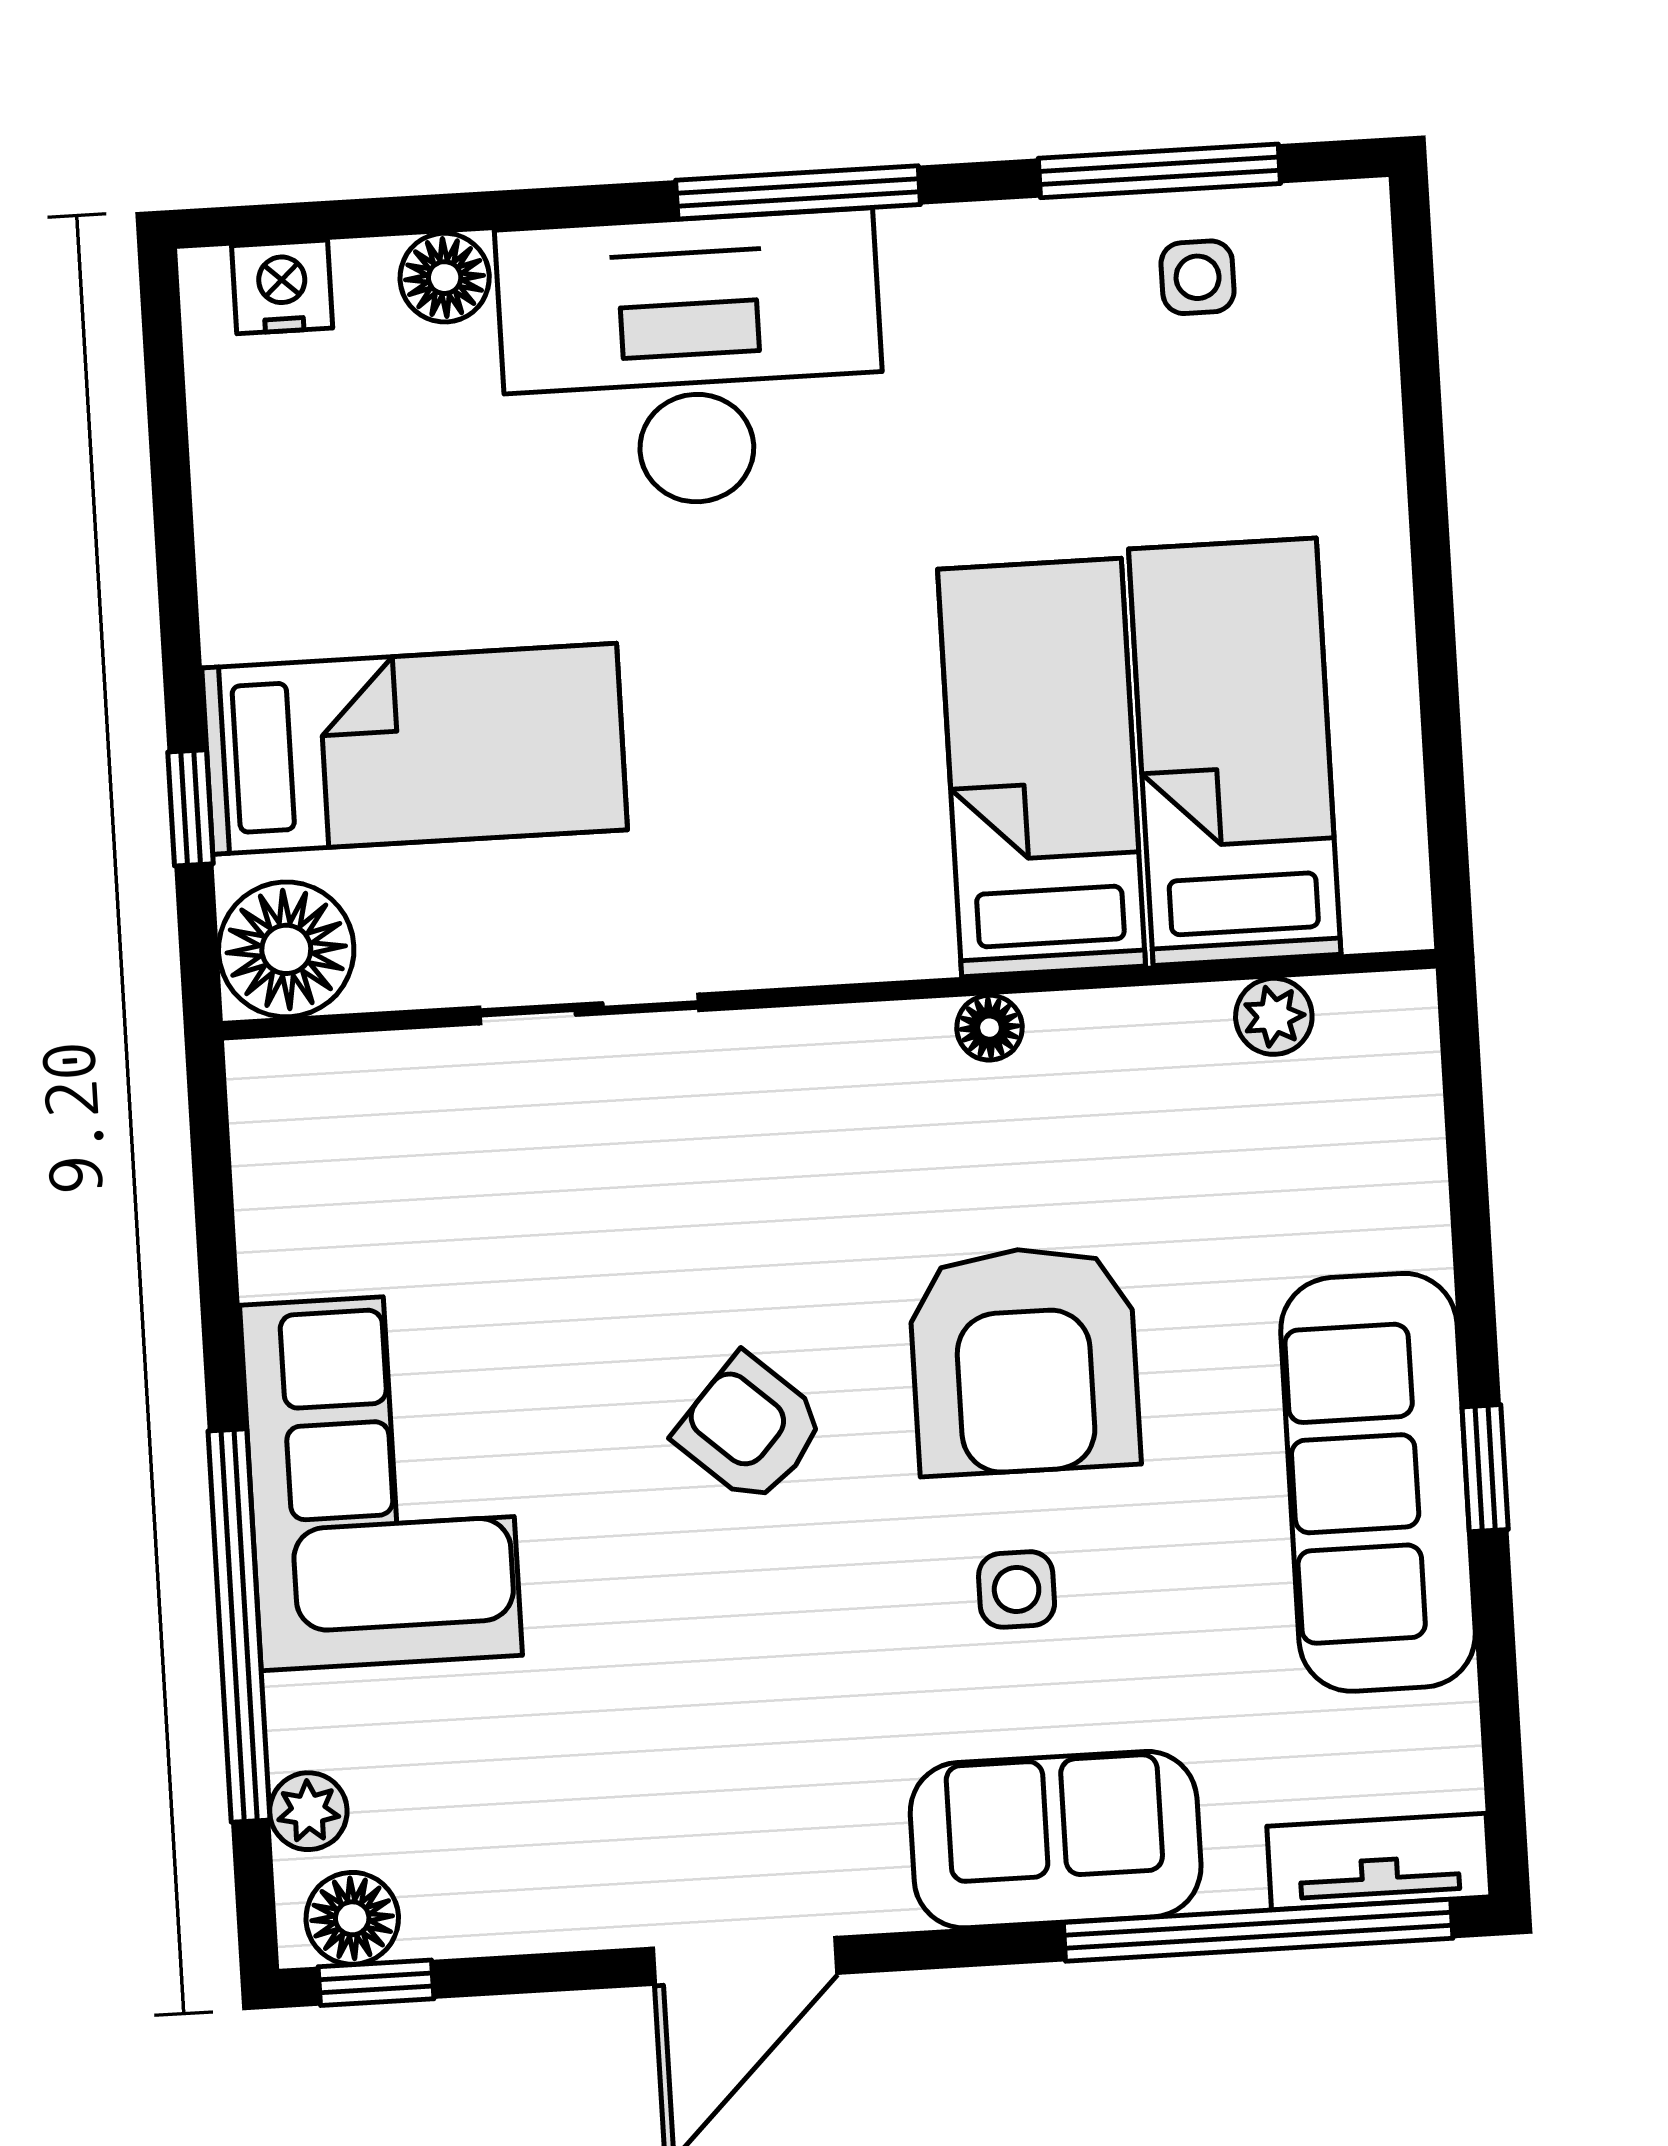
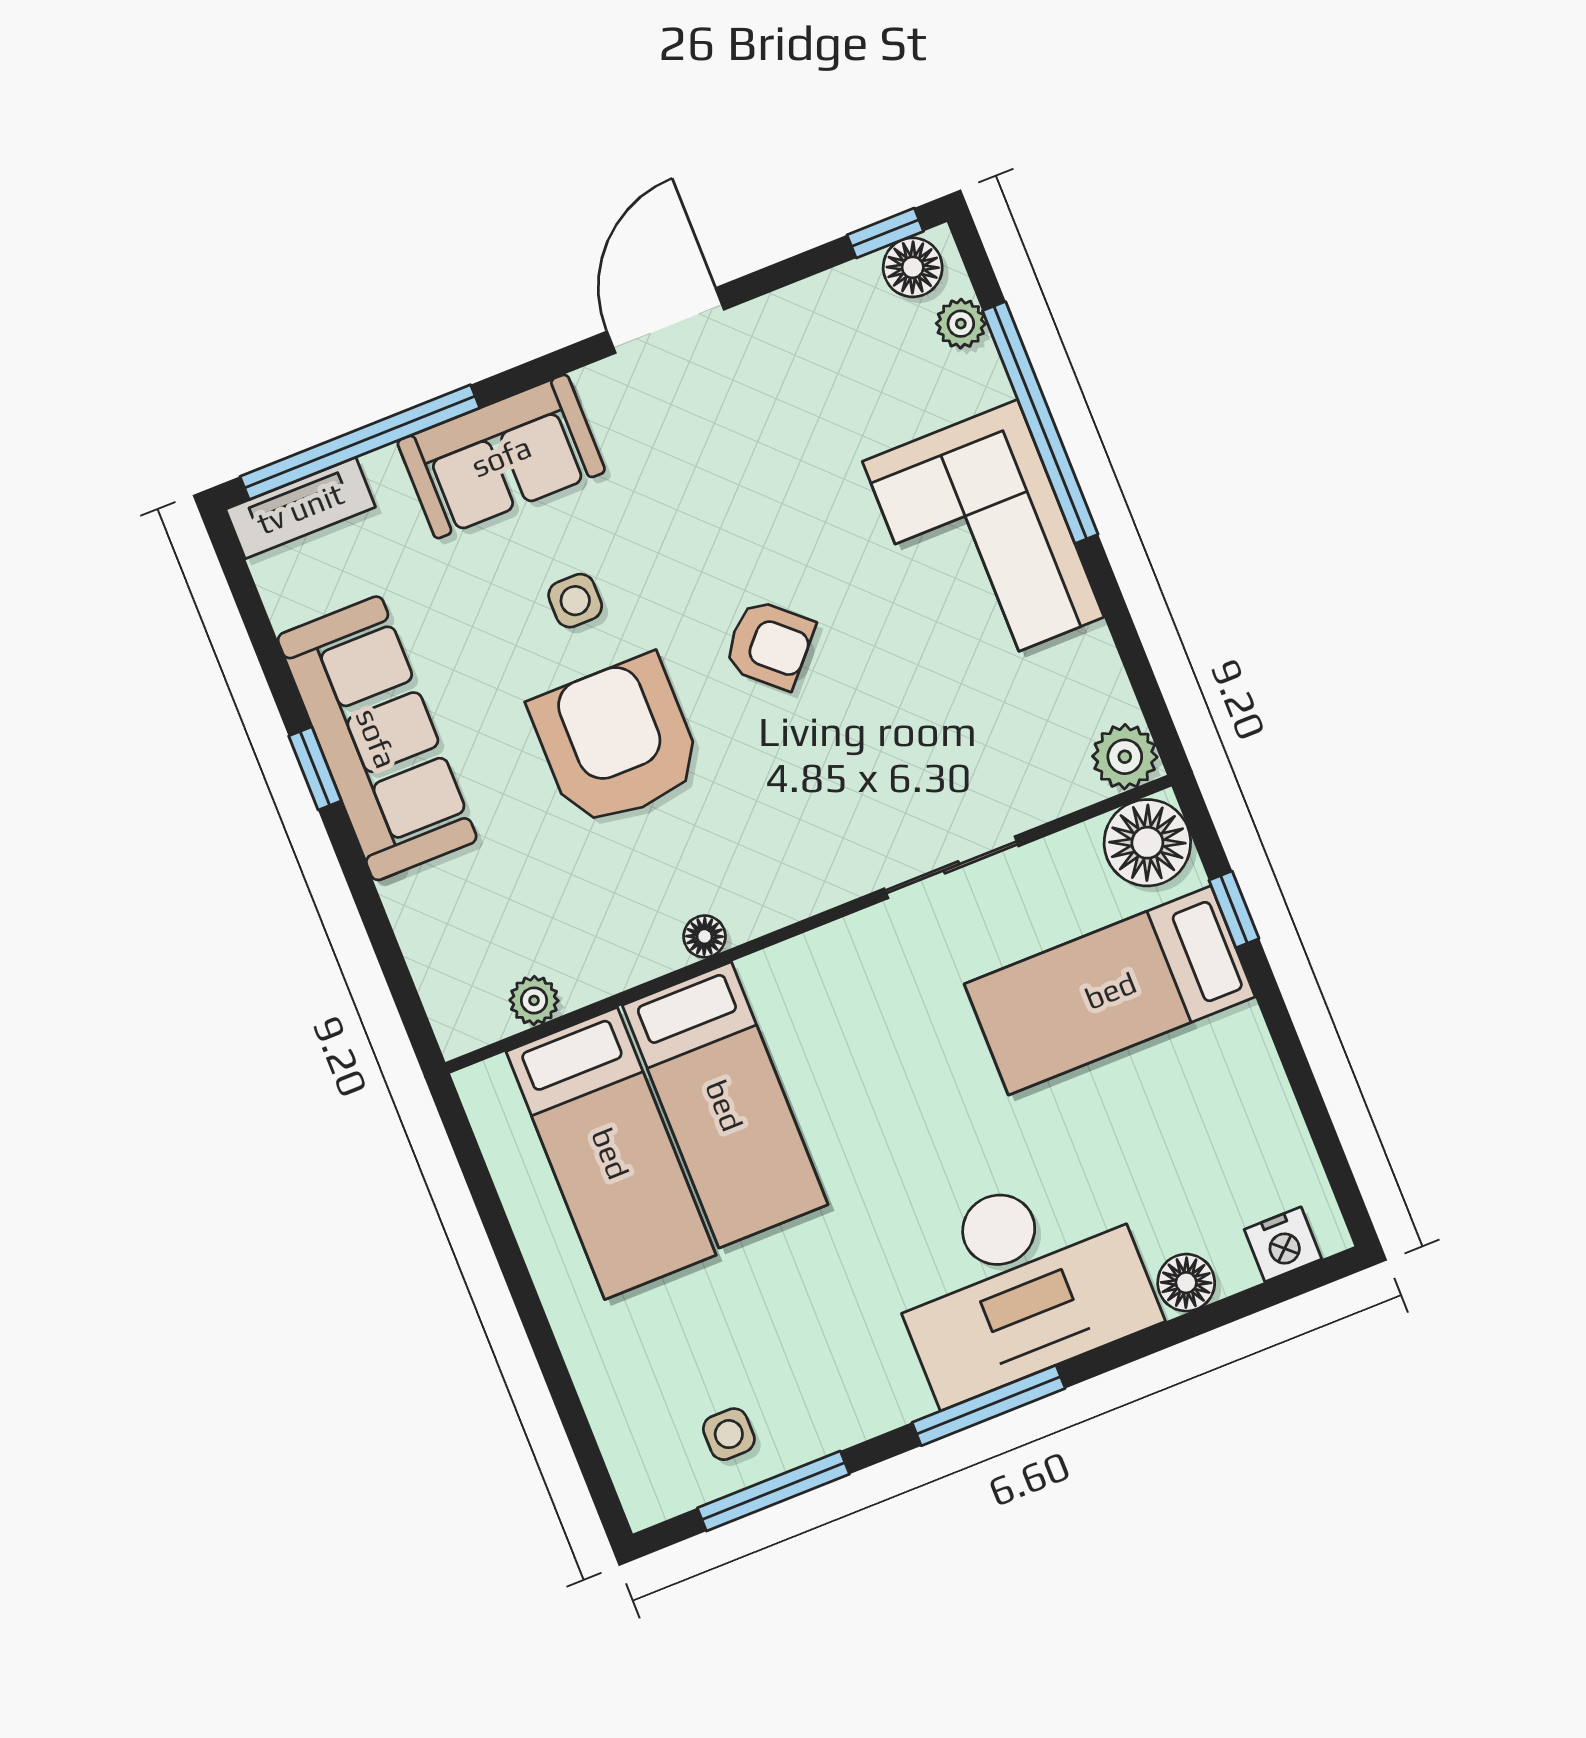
plant: (278, 1088) -> (1125, 757), added

